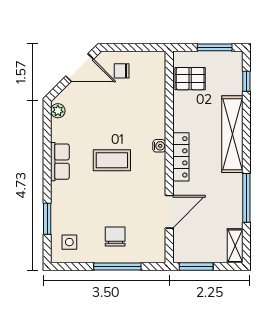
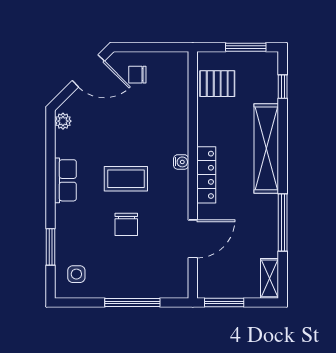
chair: (115, 236) -> (126, 224), moved, turned 180

